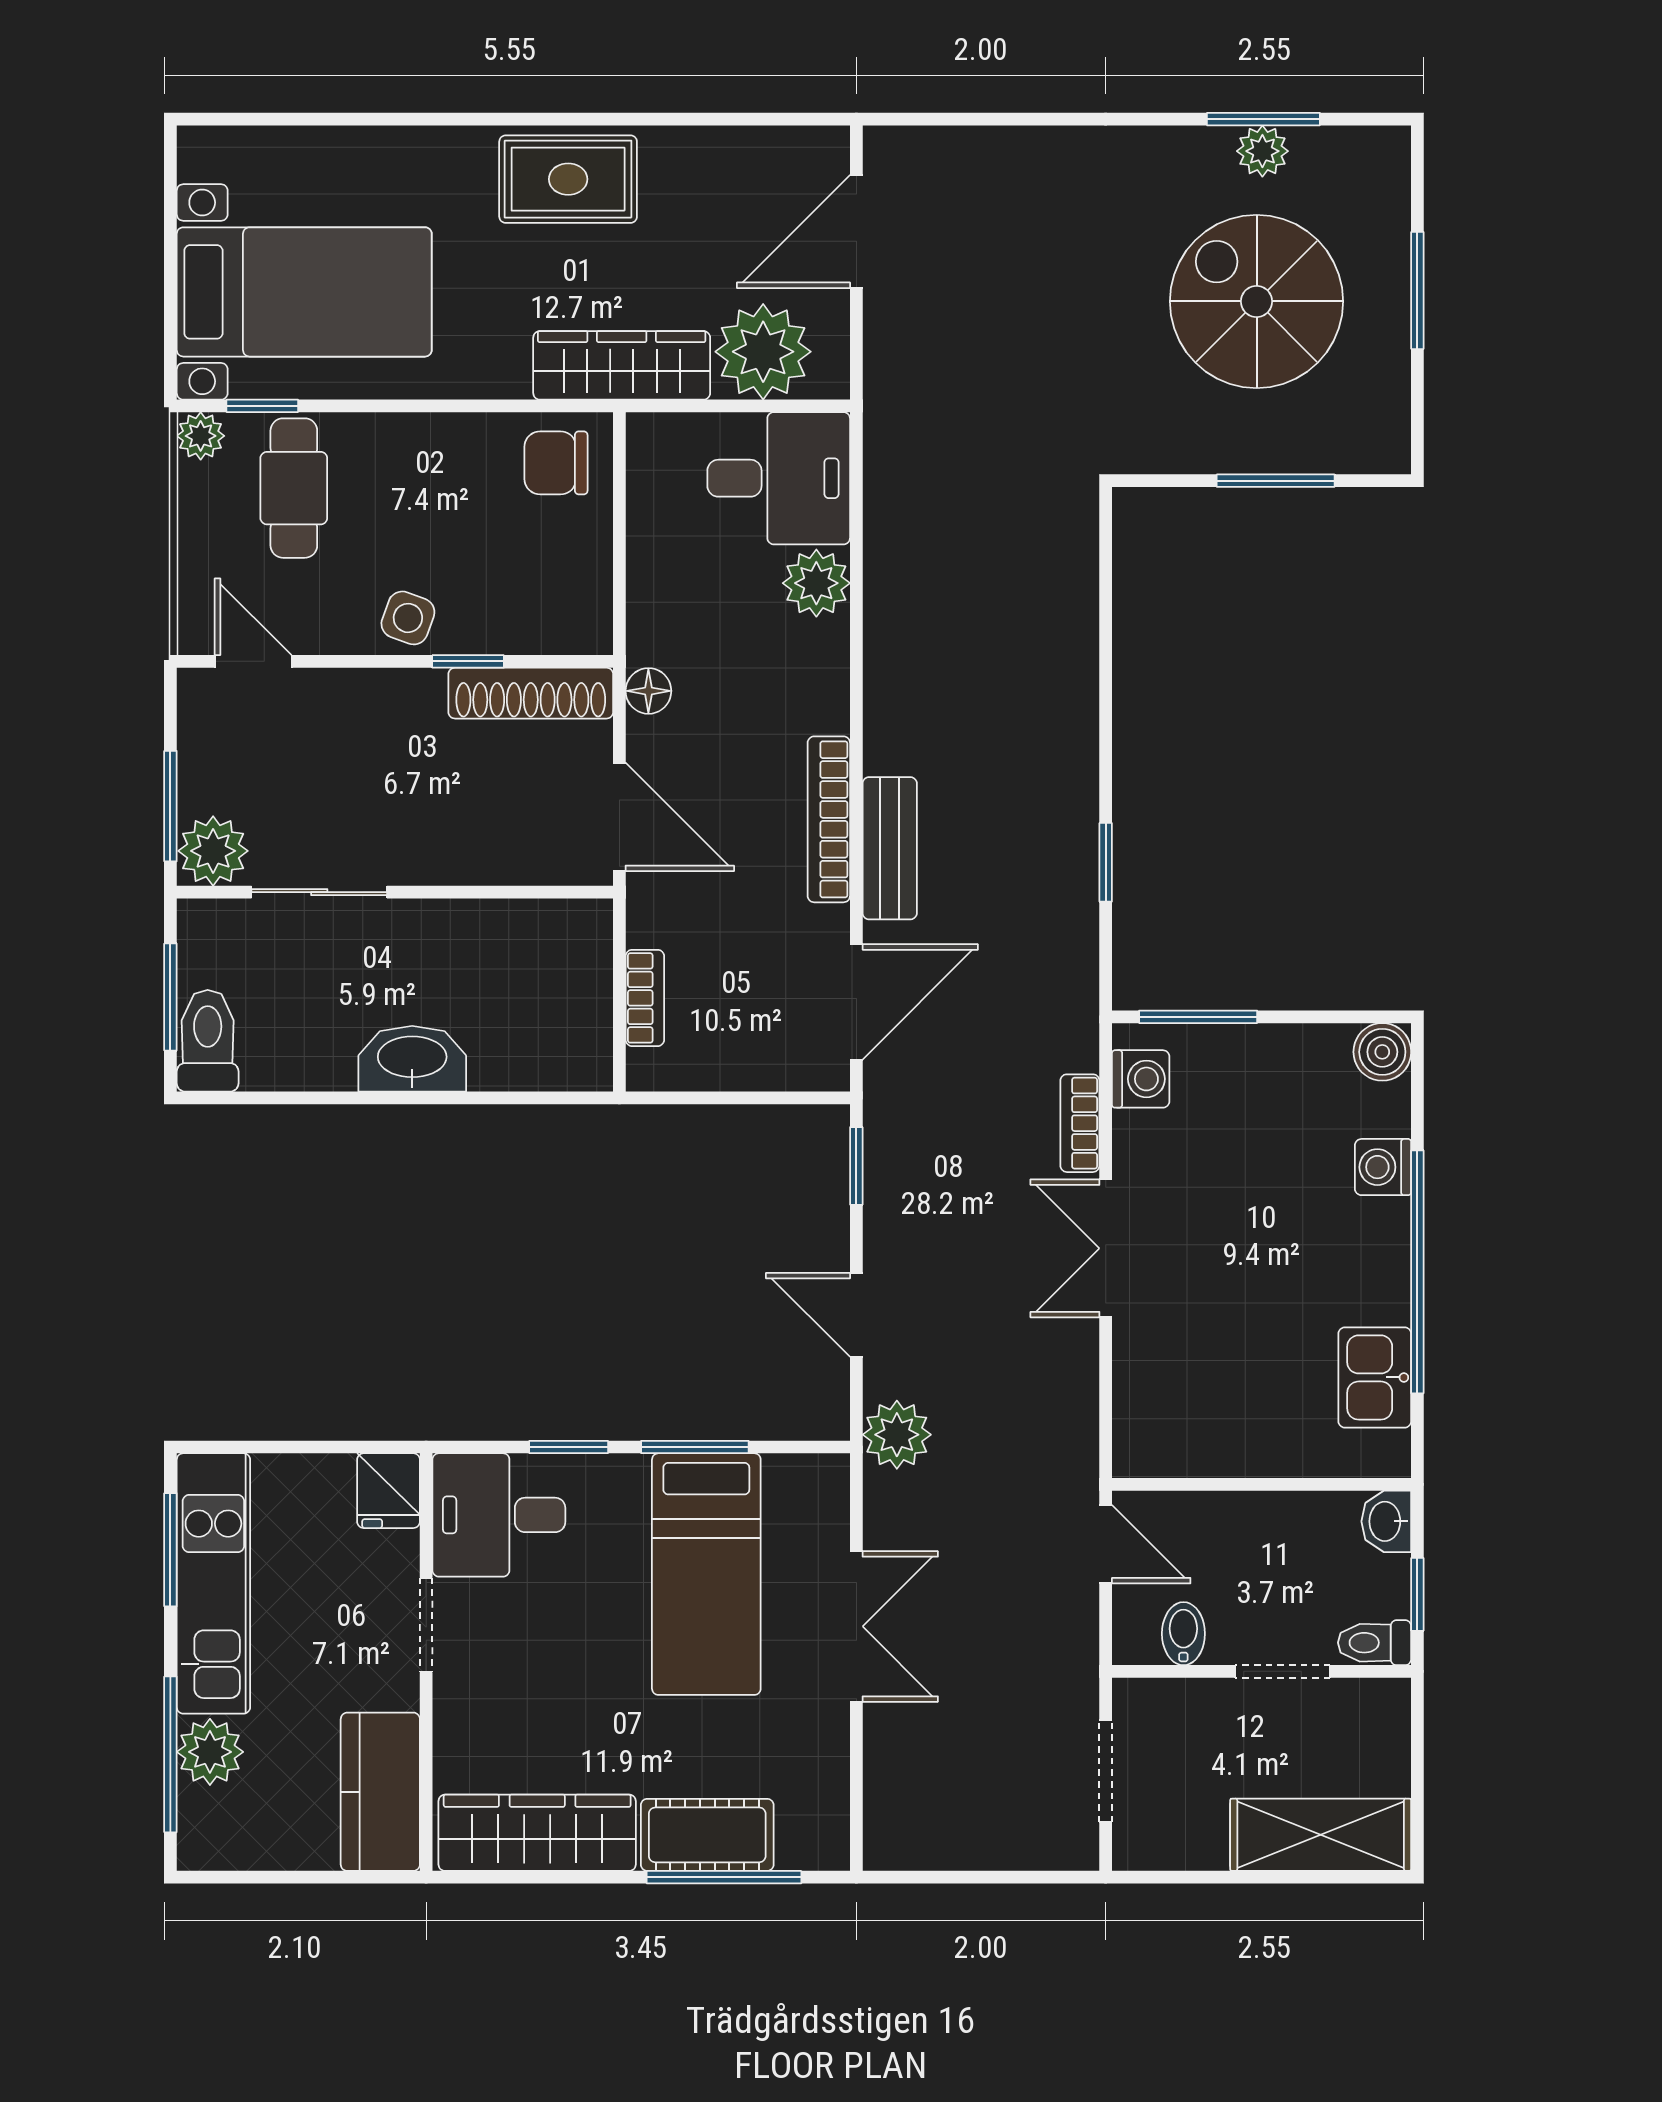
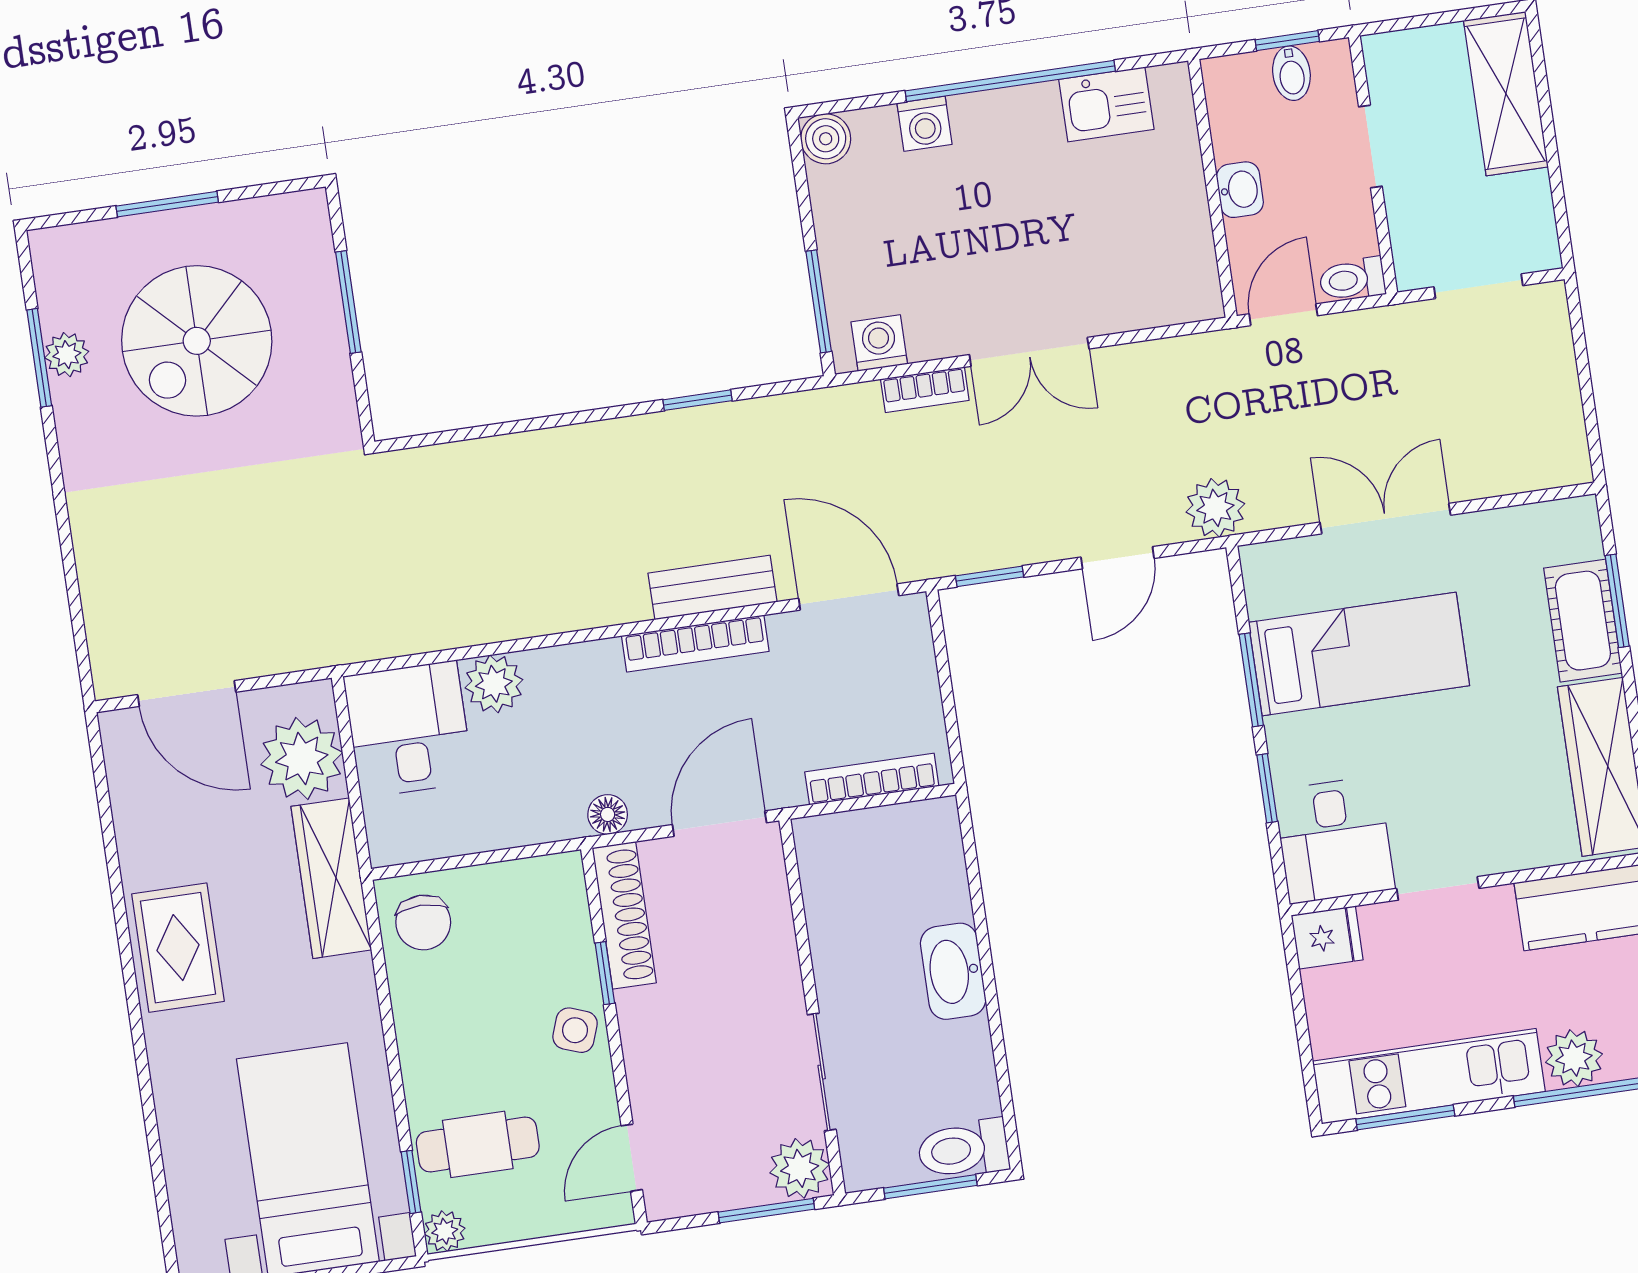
bookcase: (645, 998) -> (872, 779), width x1.56
washbasin: (1386, 1521) -> (1240, 190), moved, turned -90
bidet: (1183, 1634) -> (1291, 73), moved, turned -90
toilet: (1374, 1643) -> (1352, 279), moved, turned 90
window: (724, 1877) -> (1617, 601), width x0.69

